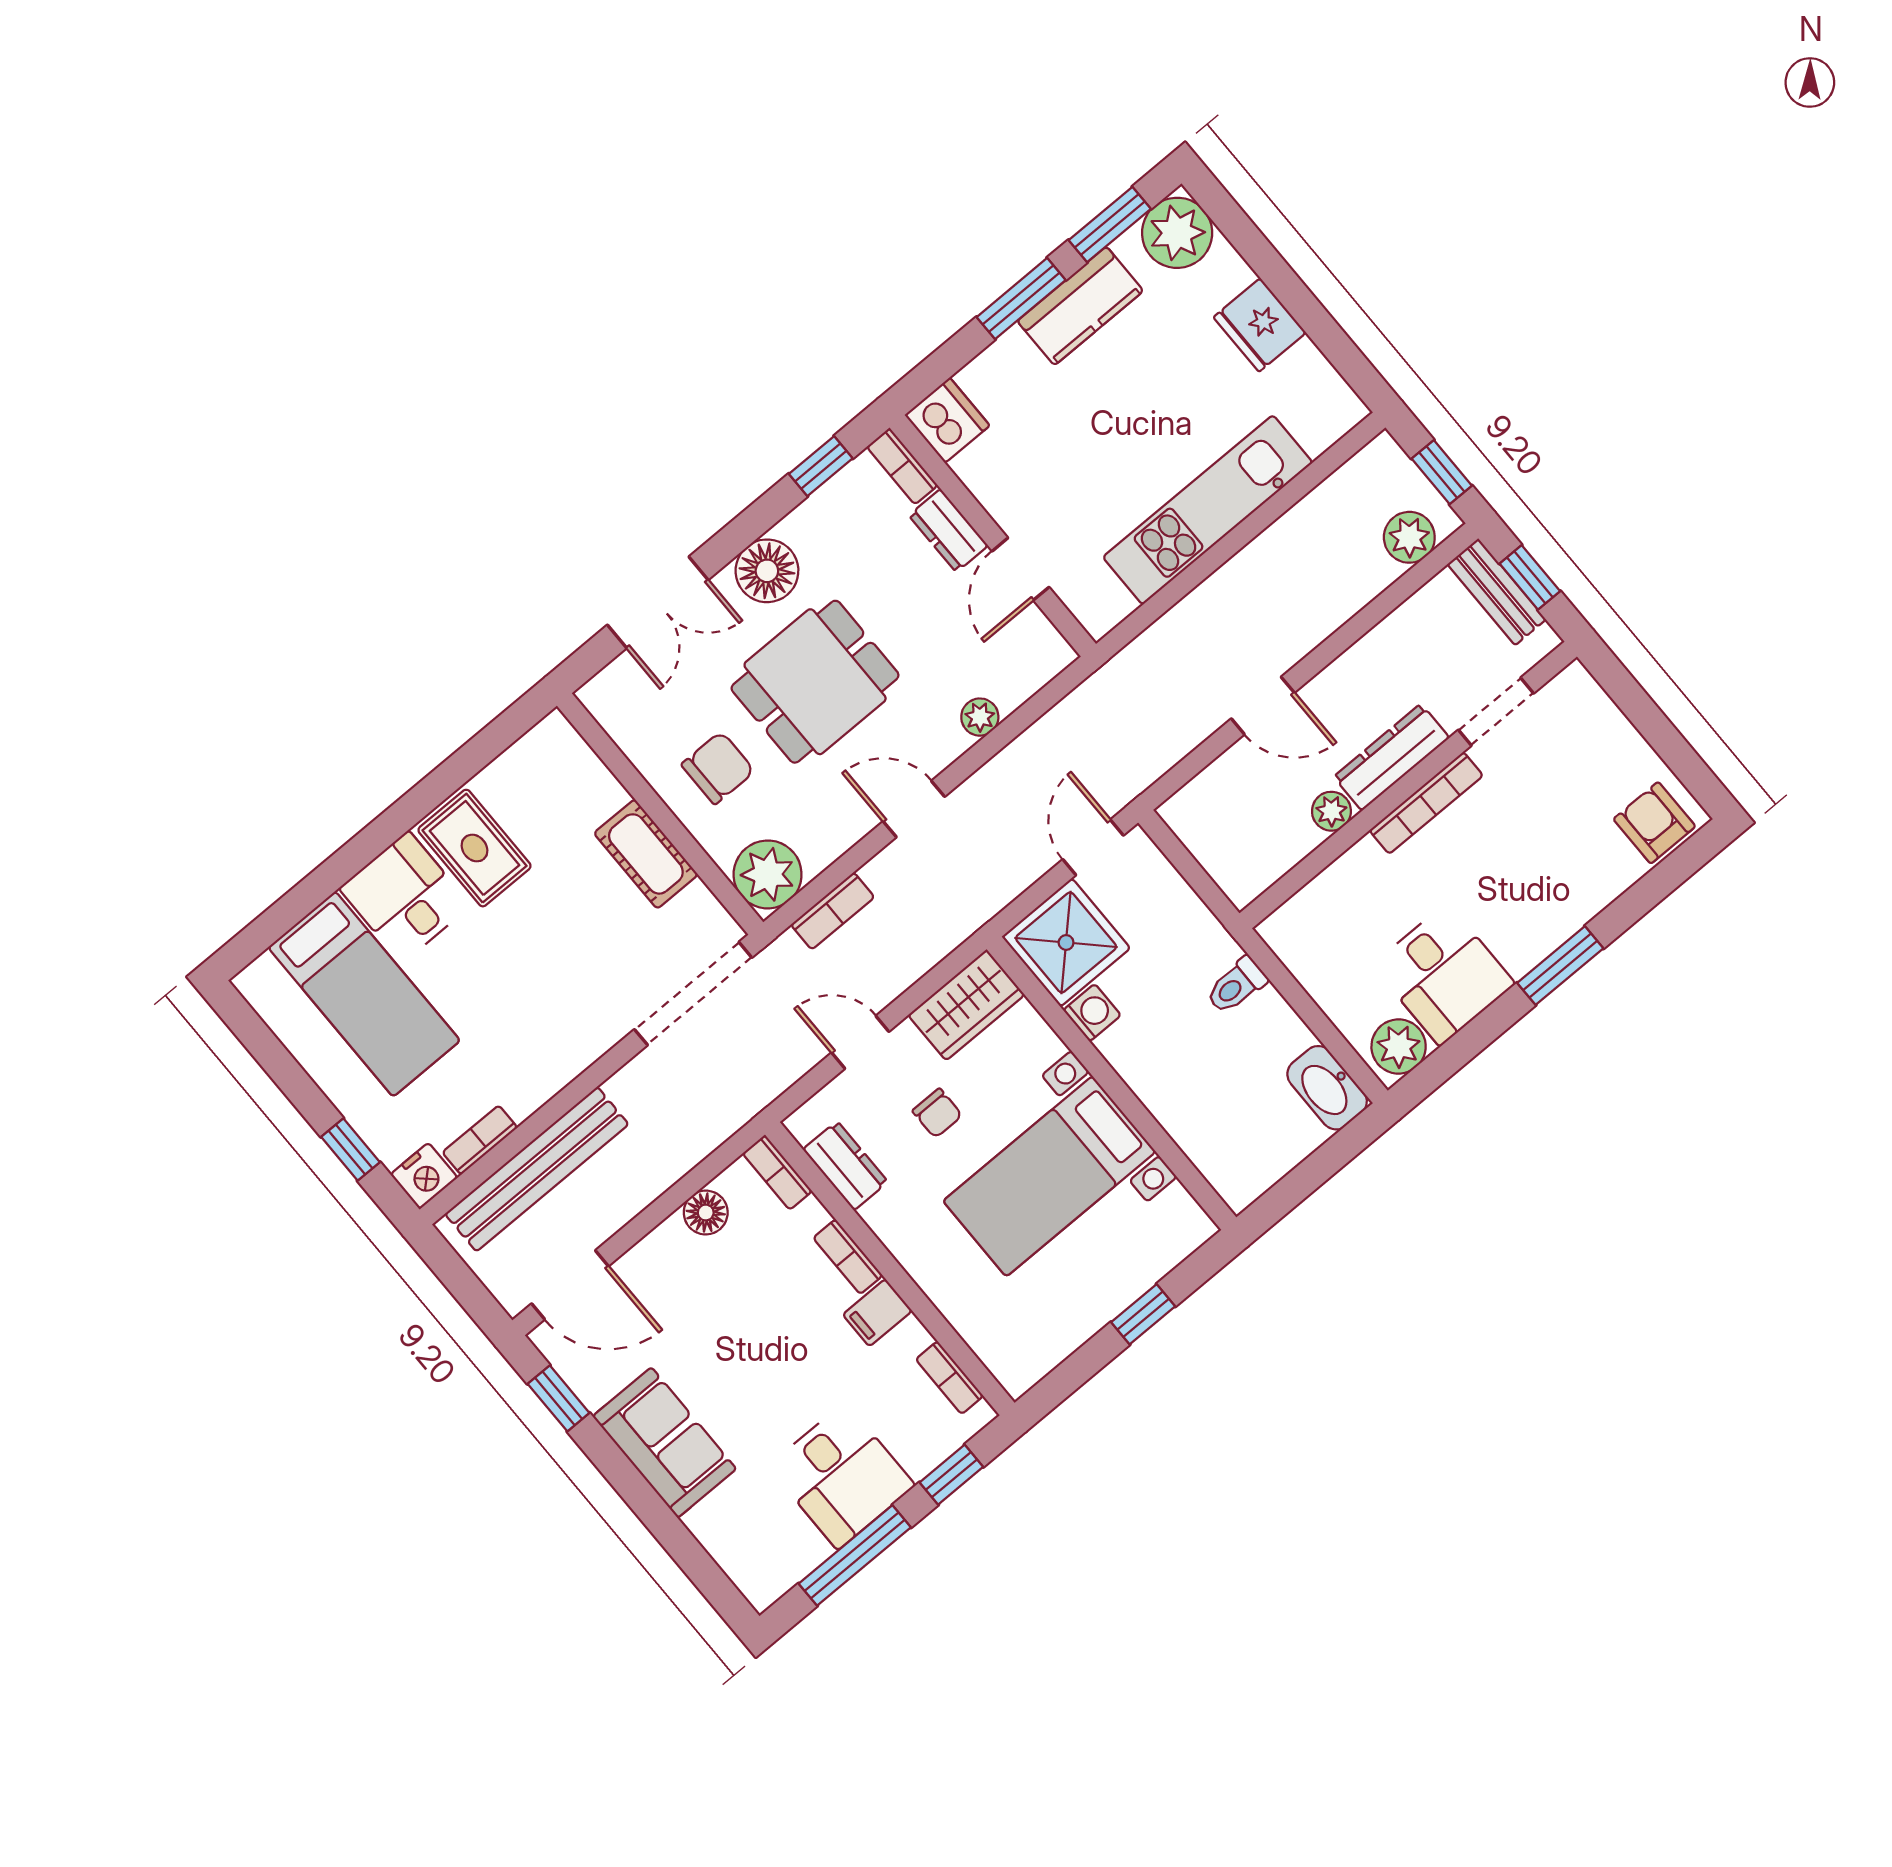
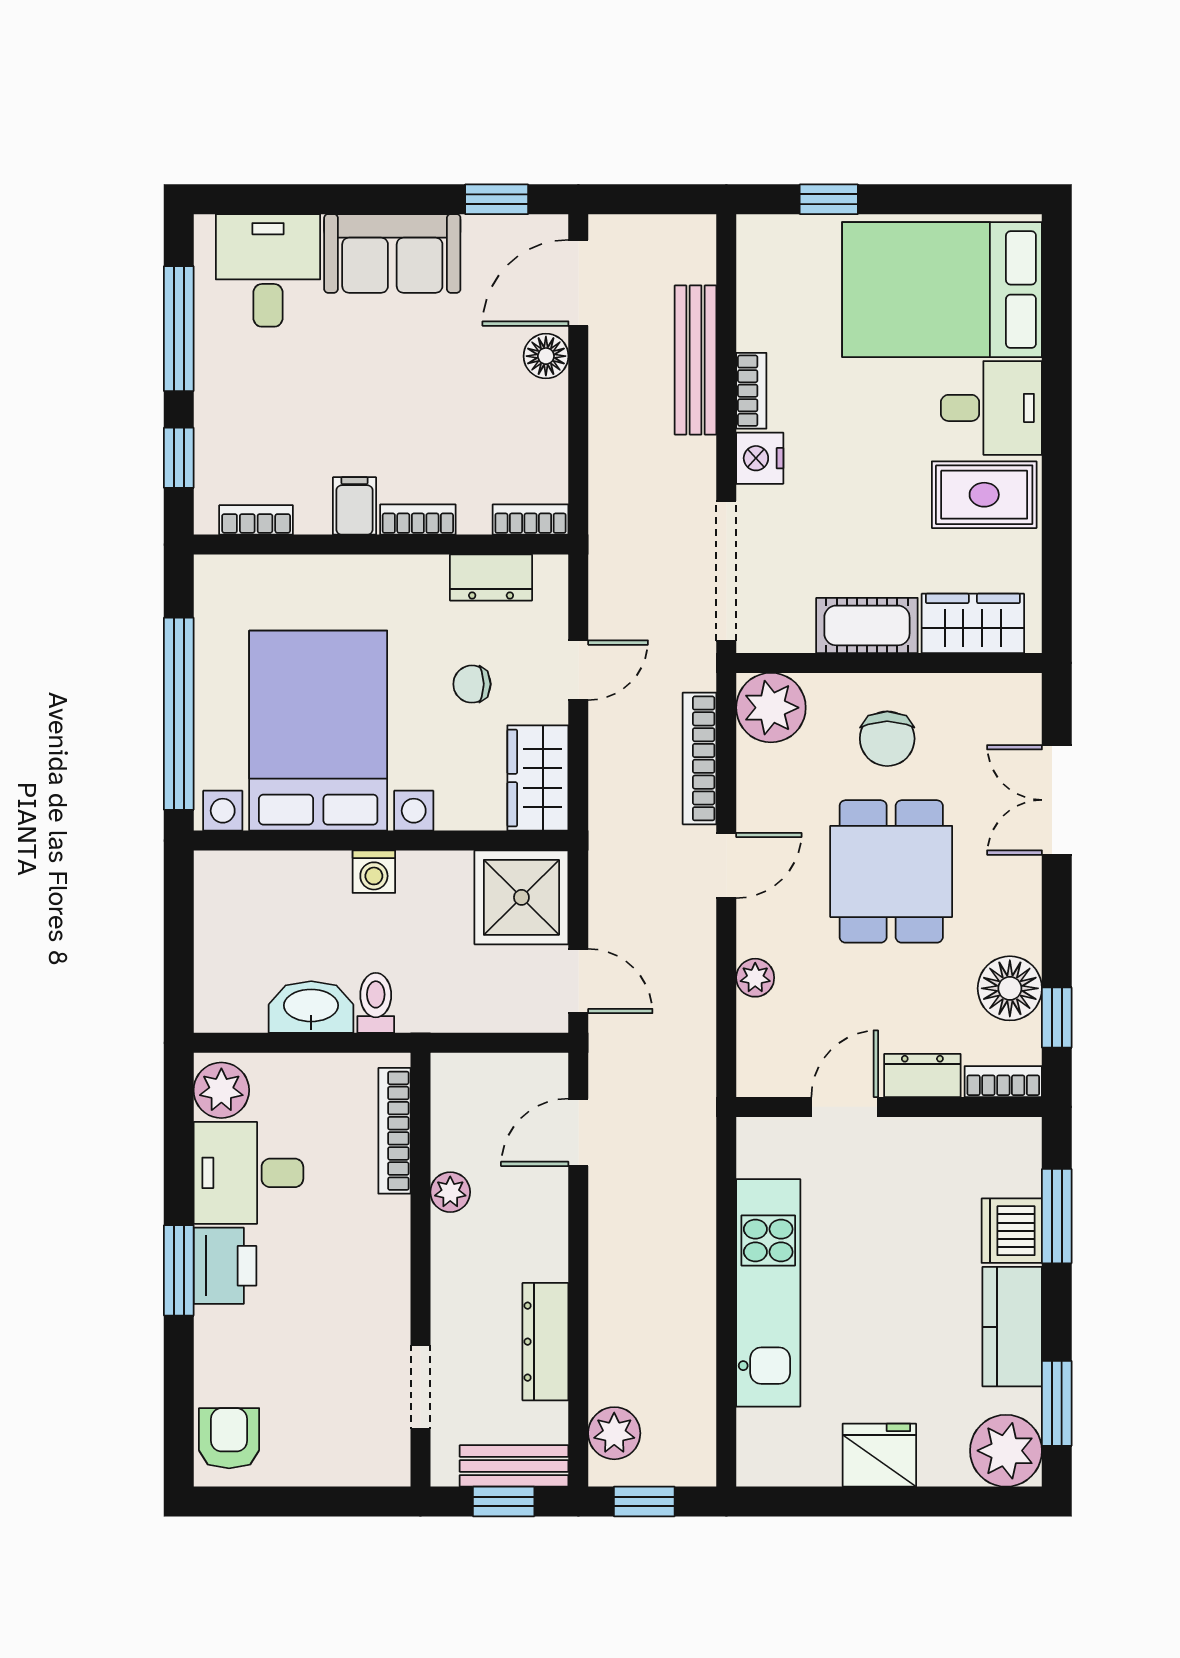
window: (1021, 299) -> (1057, 1216), moved
dishwasher: (947, 420) -> (1012, 1231), moved, turned 90
door: (1021, 569) -> (845, 1107), hinge flipped
floor lamp: (767, 571) -> (1010, 988), moved
door: (1263, 706) -> (578, 1132), moved
dresser: (1391, 757) -> (545, 1342), moved, turned 180
wardrobe: (578, 776) -> (973, 623), added
bookcase: (1426, 803) -> (394, 1131), moved
armchair: (1654, 823) -> (229, 1438), turned -90
bookcase: (833, 911) -> (700, 758), width x1.56
printer: (1528, 934) -> (225, 1266), added
bed: (364, 994) -> (942, 290), width x1.50
washing machine: (1092, 1013) -> (374, 872), moved
washbasin: (1327, 1088) -> (311, 1007), moved
bookcase: (480, 1140) -> (751, 391), moved
bench: (537, 1169) -> (696, 360), width x0.73, depth x0.82
nightstand: (424, 1176) -> (760, 458), moved
bed with nightstands: (1049, 1176) -> (318, 731), width x1.36
floor lamp: (706, 1213) -> (546, 356), moved
window: (1143, 1314) -> (179, 714), width x3.17
desk: (842, 1476) -> (268, 270), moved, turned 90

